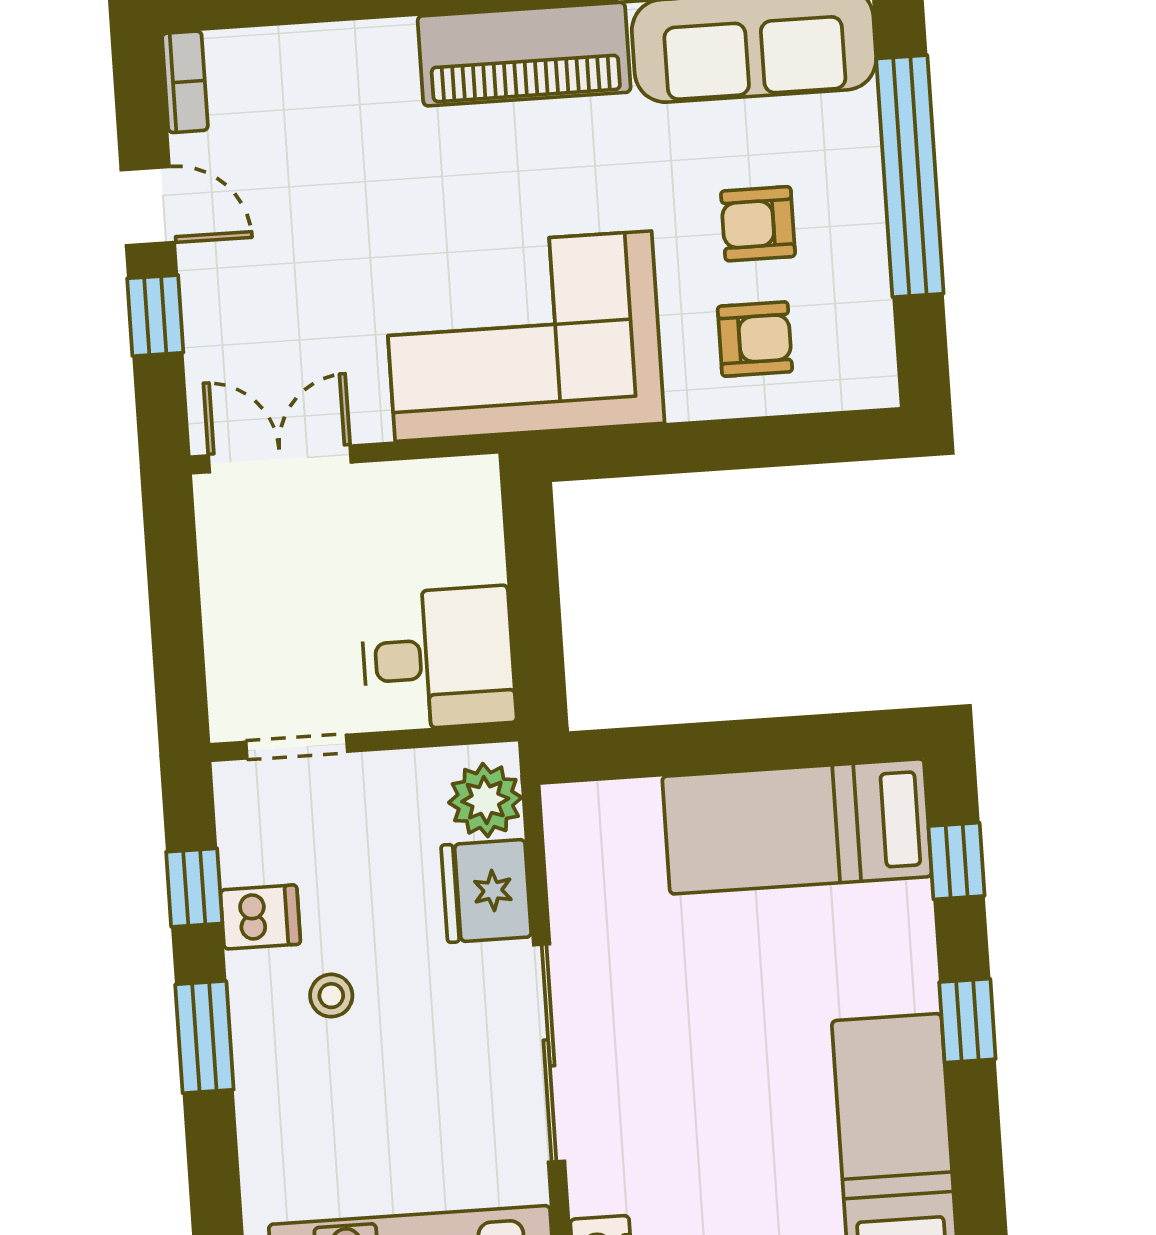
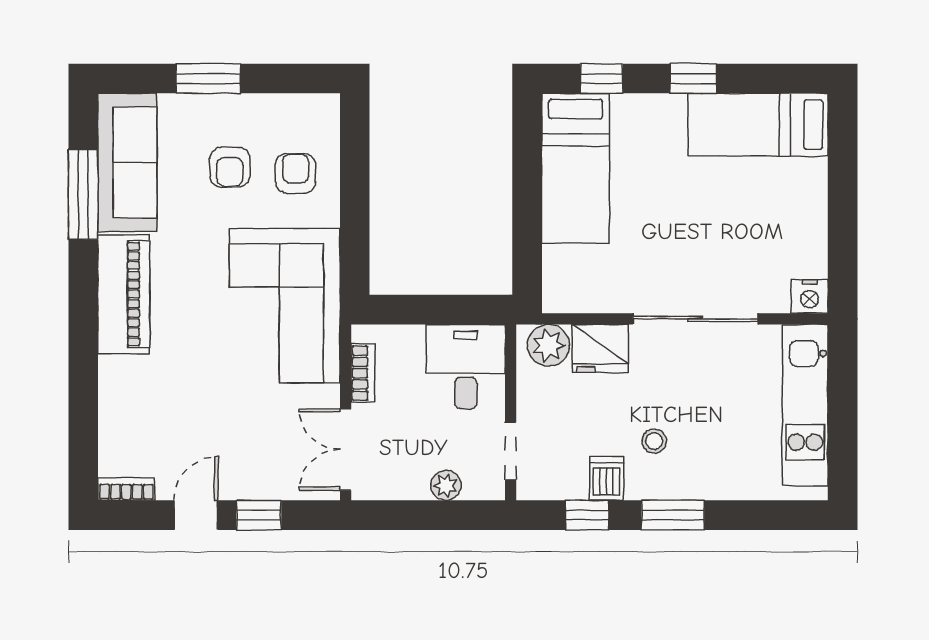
window: (910, 176) -> (208, 78), width x0.47
bookcase: (415, 480) -> (363, 373), added
plant: (229, 638) -> (446, 485), added

